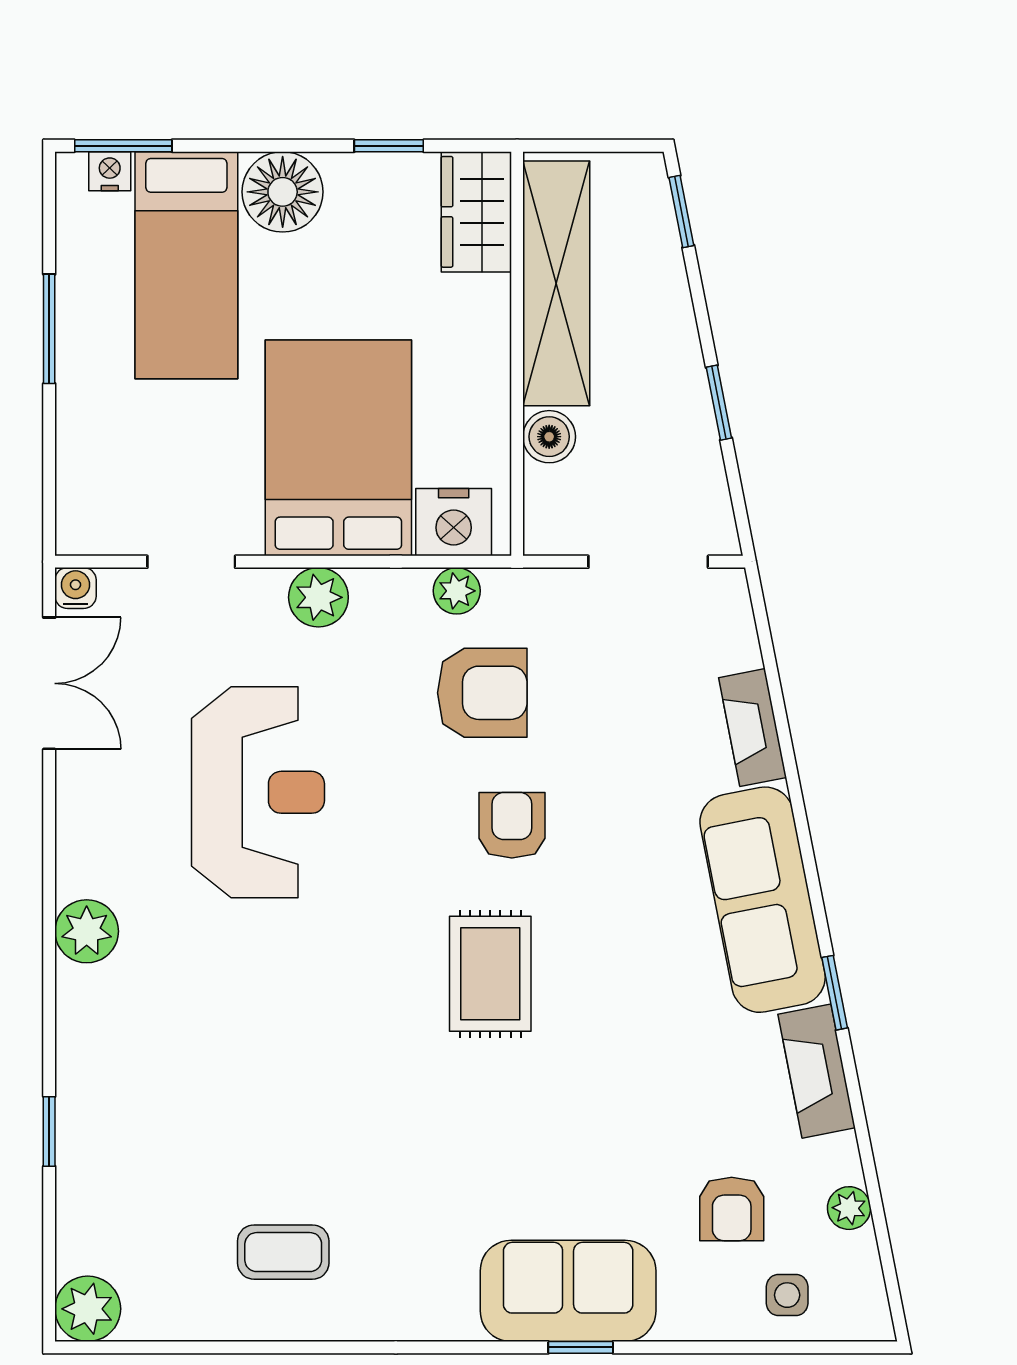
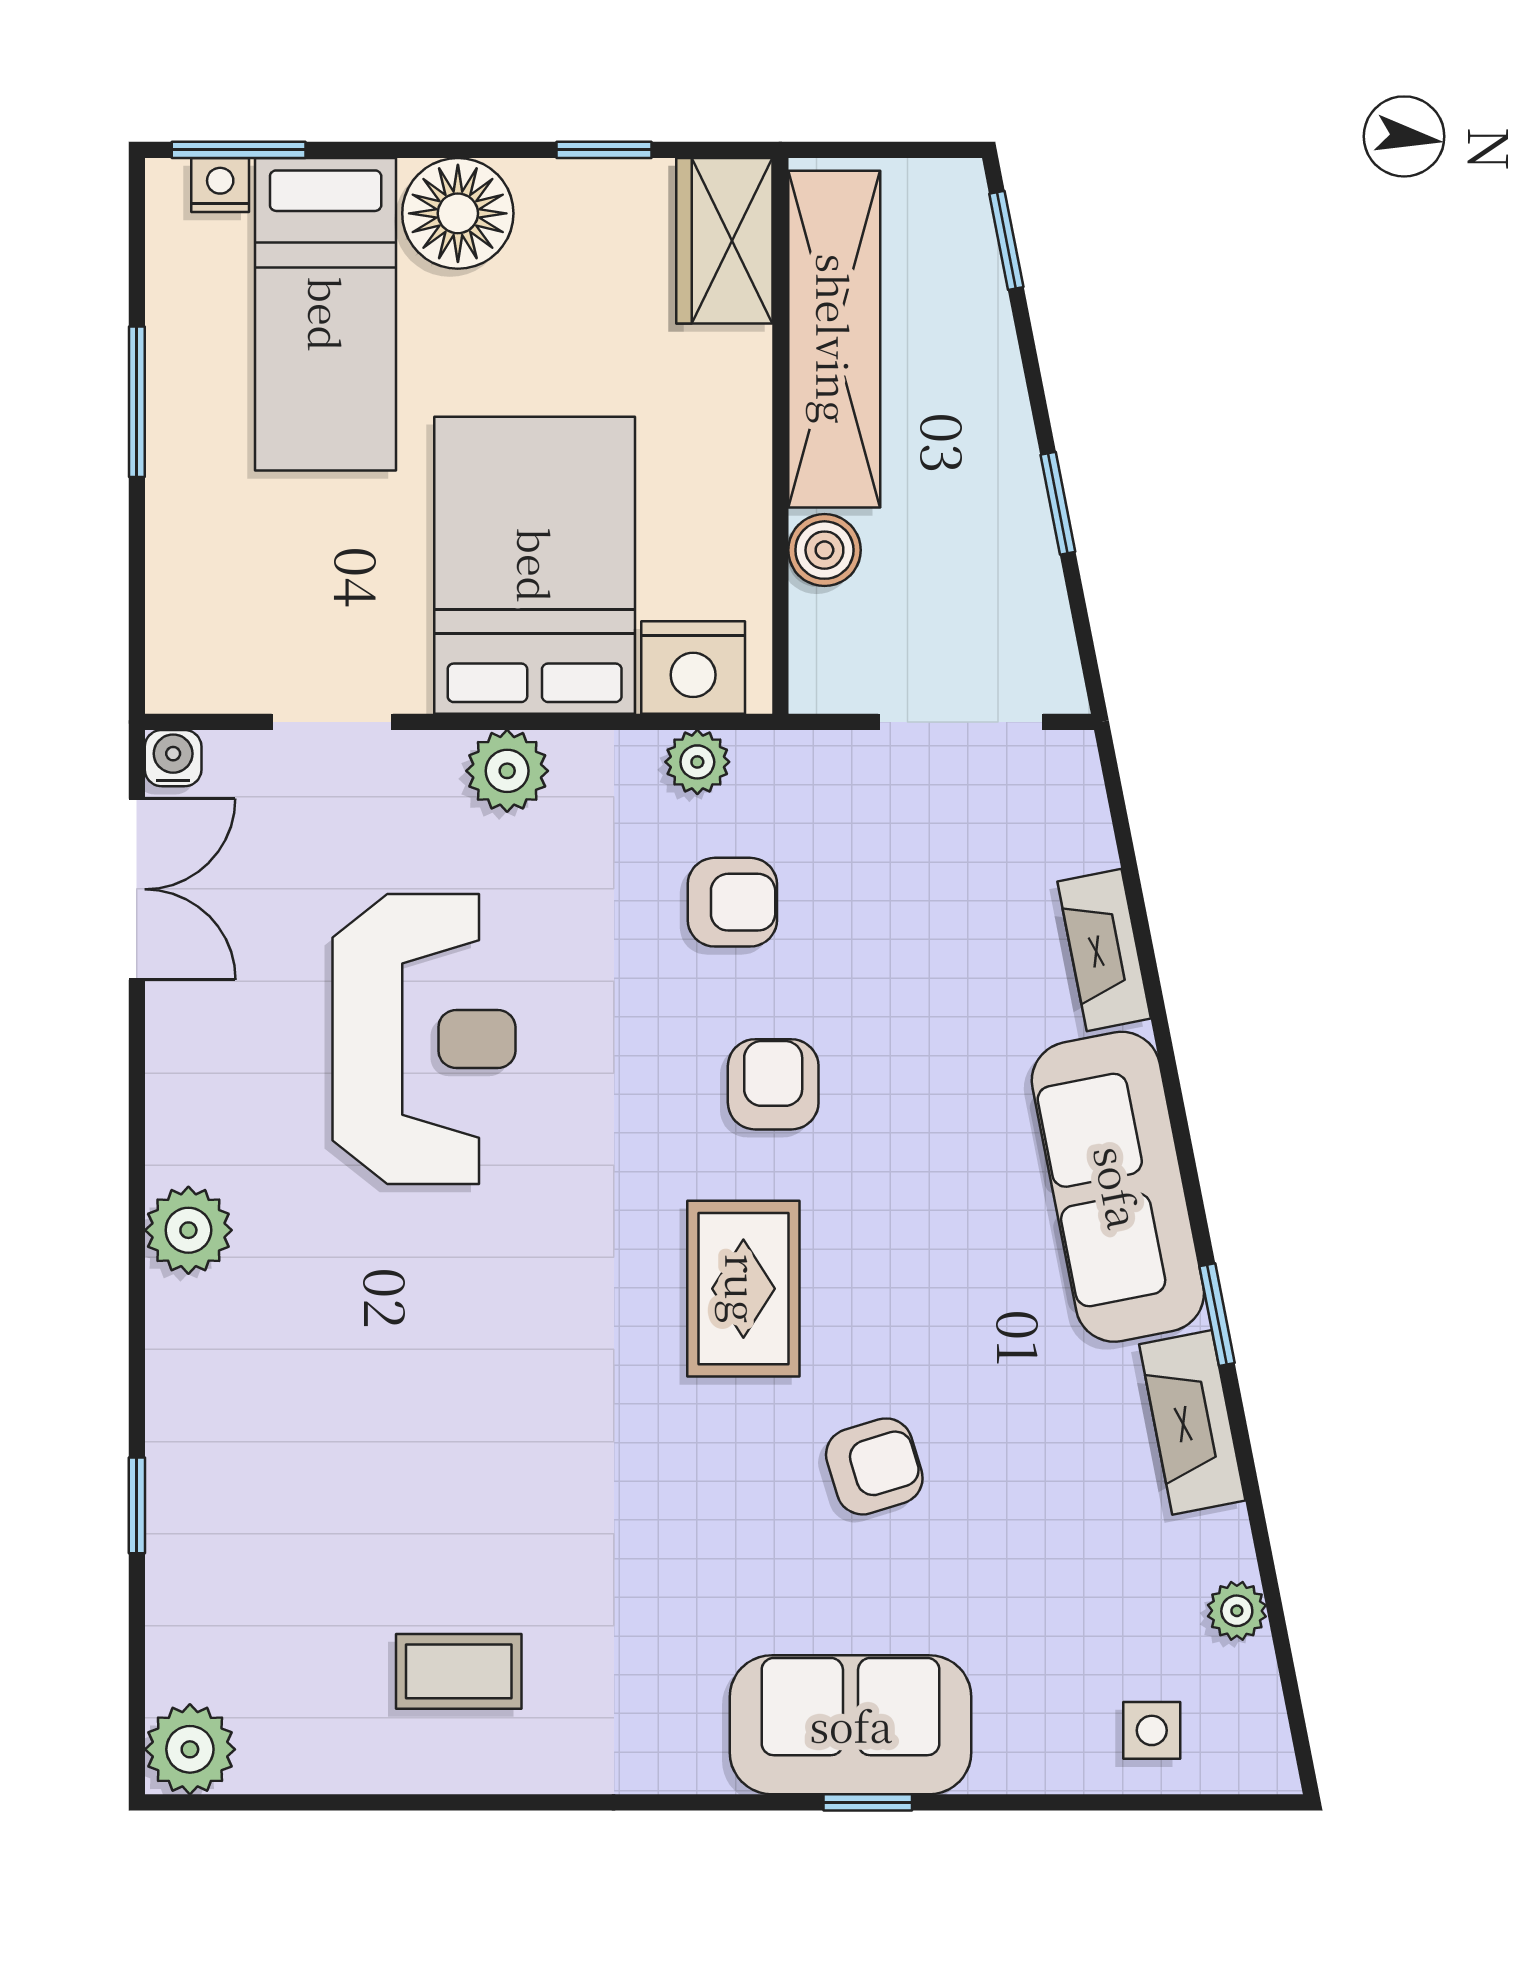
armchair: (482, 693) -> (732, 902), width x0.72, depth x0.72
armchair: (732, 1209) -> (874, 1466), moved, turned -107

